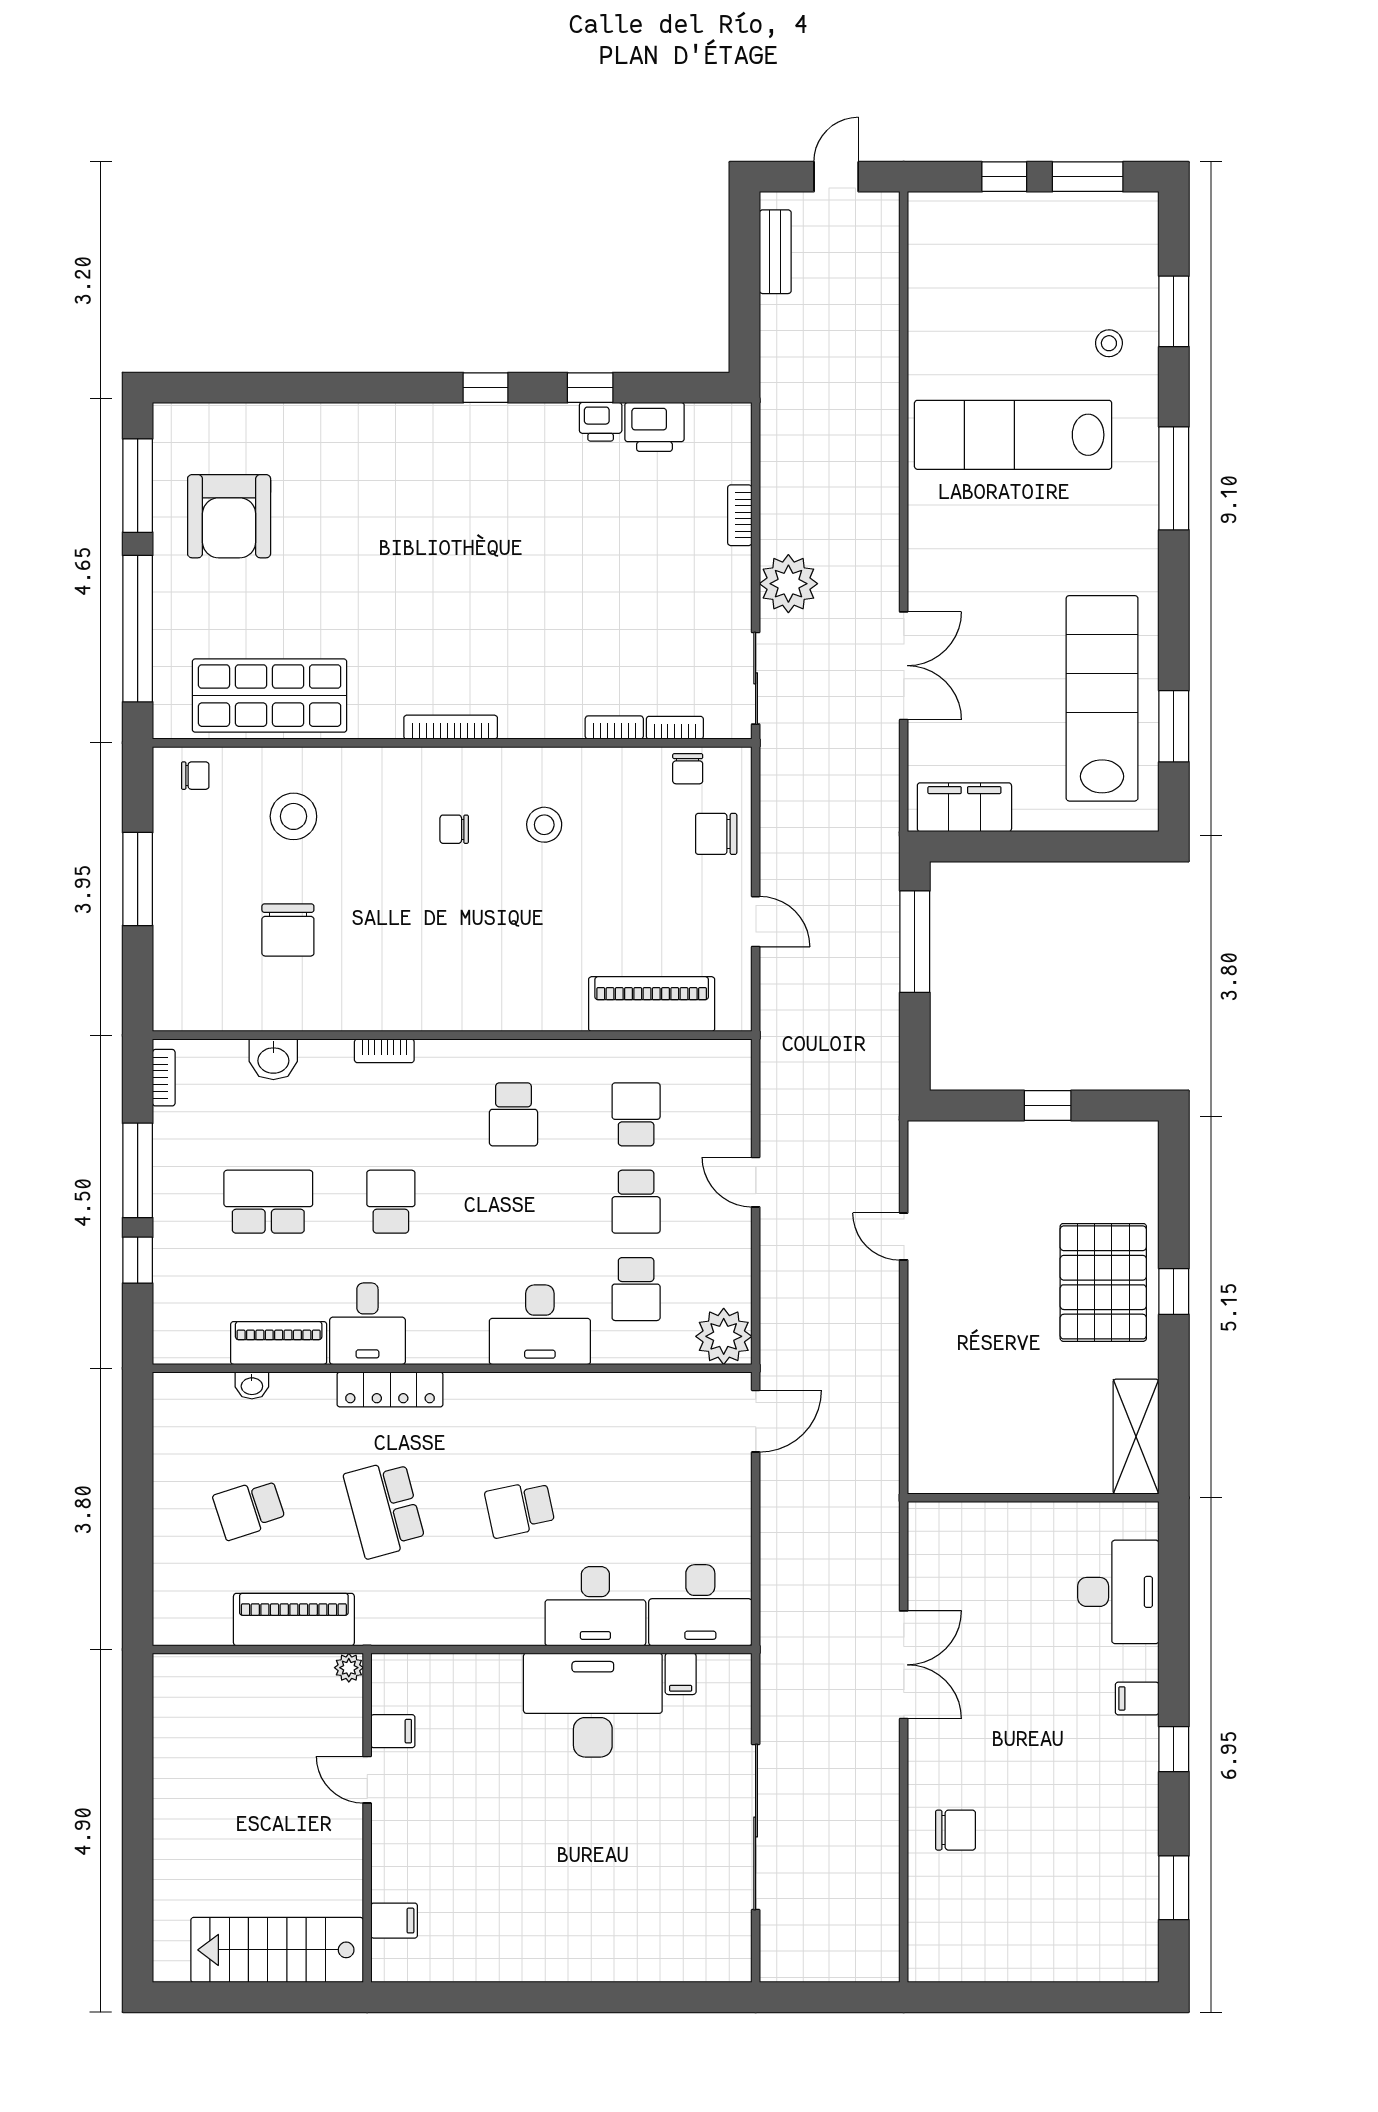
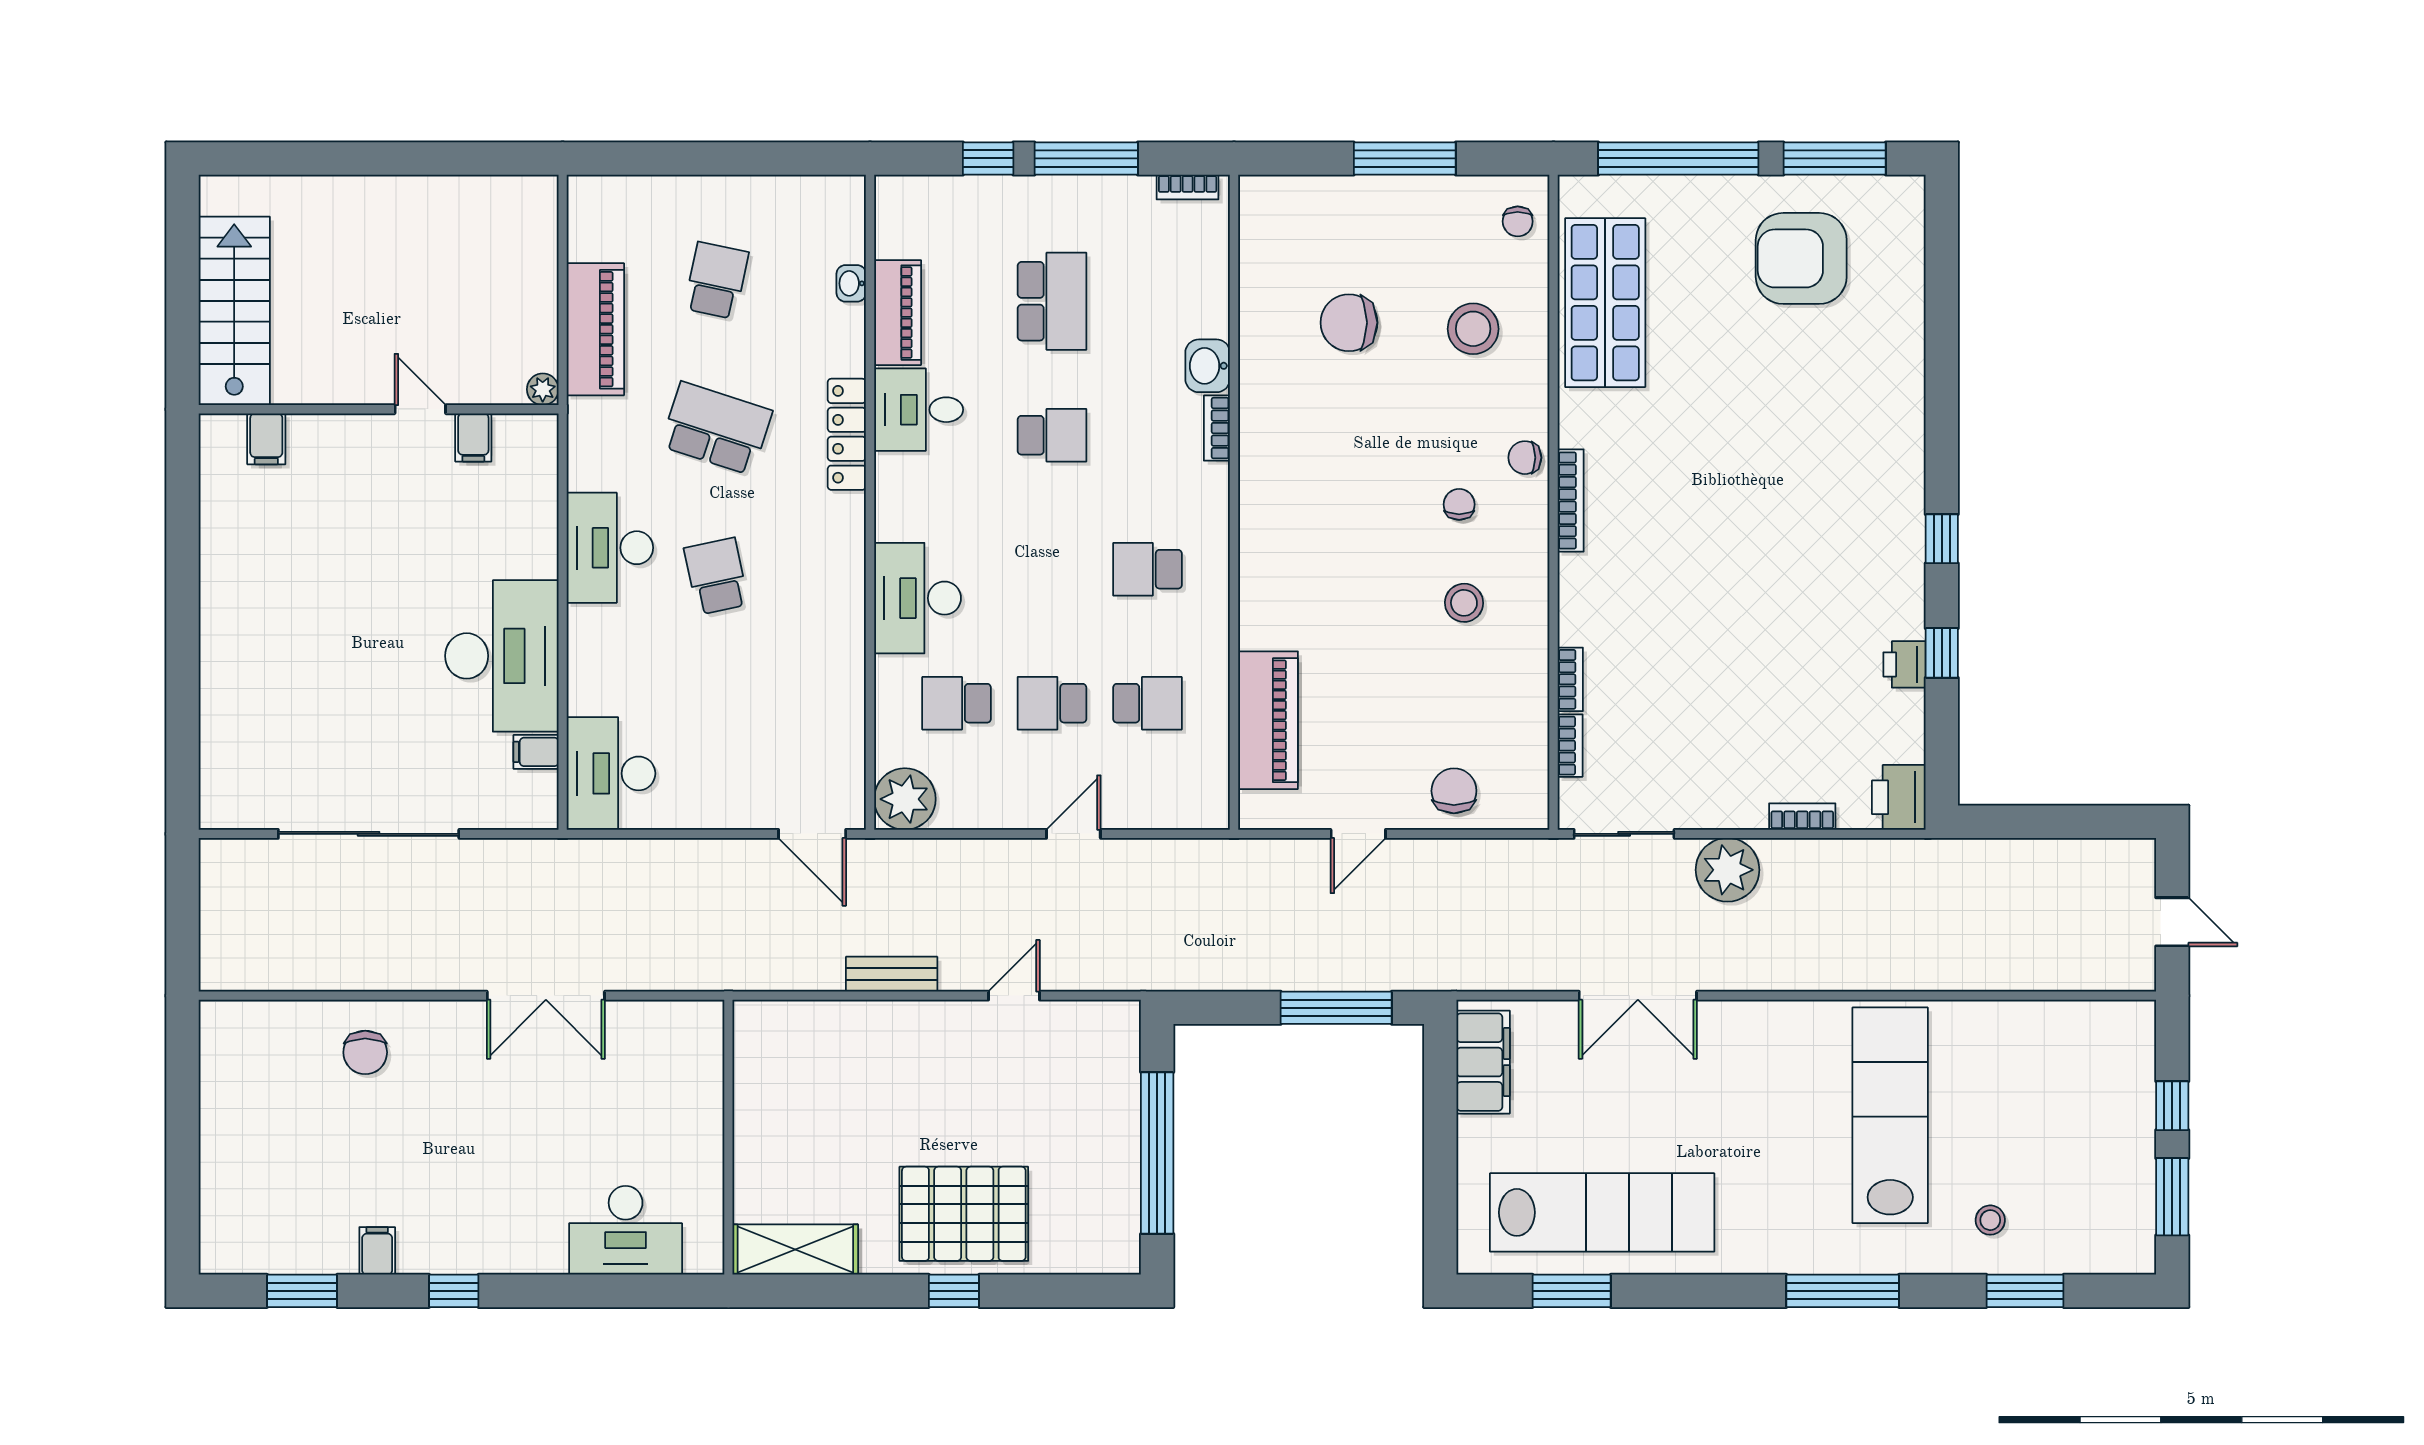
bench: (775, 252) -> (892, 974), moved
printer: (654, 427) -> (1899, 797), moved
chair: (688, 769) -> (1525, 458), moved
washbasin: (273, 1059) -> (1208, 366), moved
window: (1048, 1105) -> (1157, 1153), width x3.17
school desk: (249, 1509) -> (716, 280), turned 30
school desk: (385, 1509) -> (716, 428), turned 33
desk: (595, 1606) -> (610, 548), moved
filing cabinet: (1137, 1698) -> (377, 1251), moved
door: (367, 1780) -> (420, 409), hinge flipped

